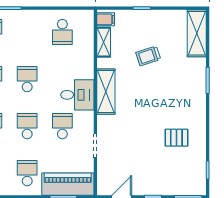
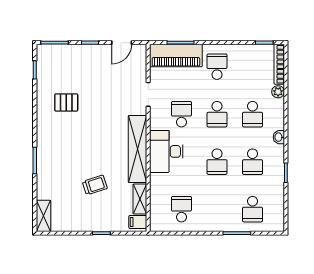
shelving: (197, 33) -> (43, 216), width x0.67, depth x0.75
shelving: (106, 92) -> (138, 149), width x1.47
desk: (77, 95) -> (166, 151), width x1.37
school desk: (62, 126) -> (181, 114), turned 180
school desk: (27, 173) -> (217, 67), turned 180

